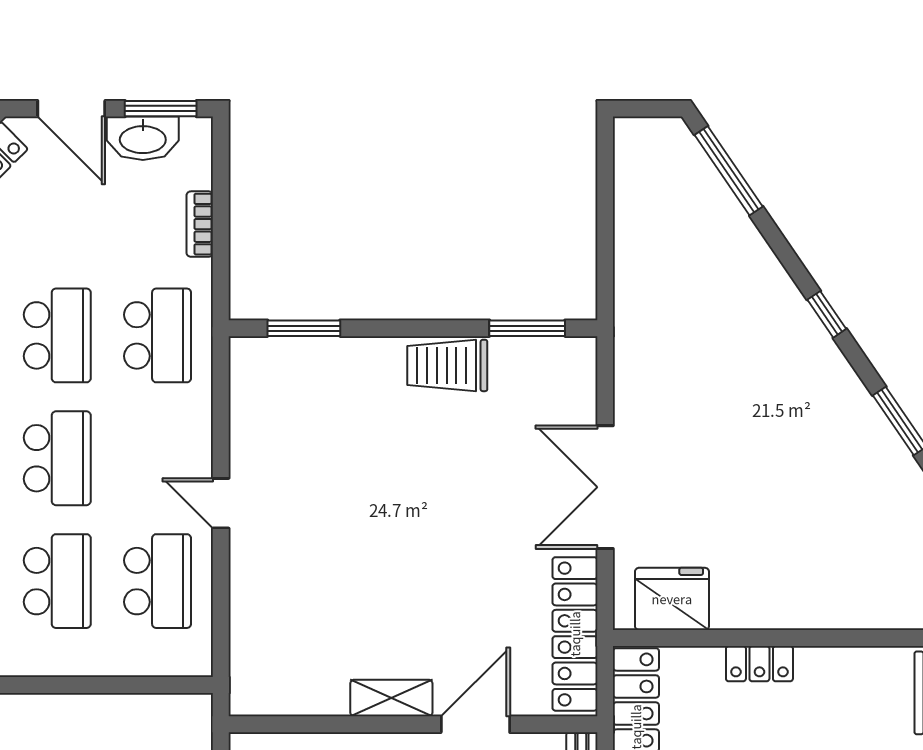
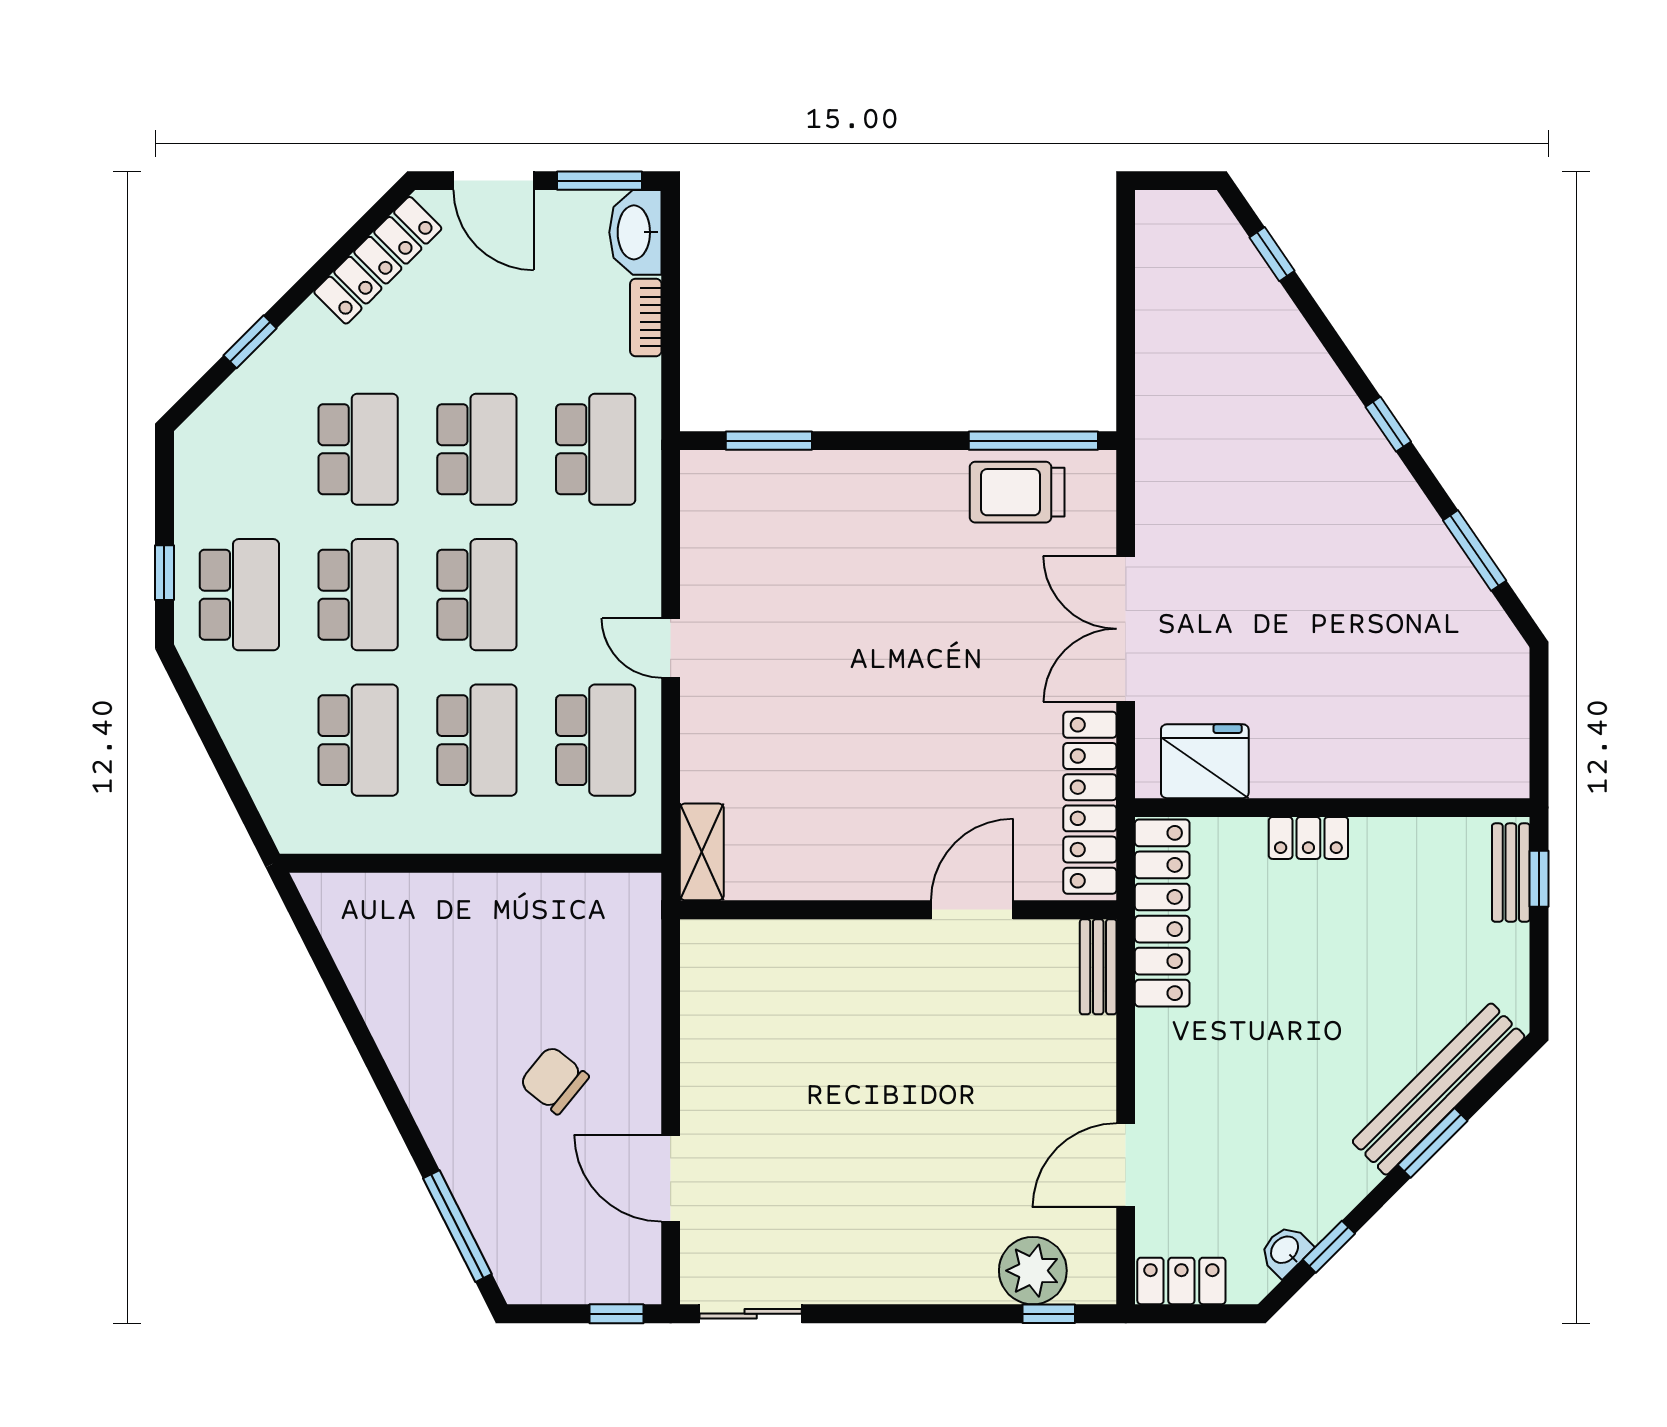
washbasin: (143, 138) -> (635, 232), moved, turned 90
window: (729, 171) -> (1272, 254), width x0.46
window: (527, 328) -> (1033, 441), width x1.44
trolley: (447, 365) -> (1017, 492), moved
shelving: (391, 698) -> (702, 852), moved, turned 90

